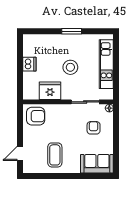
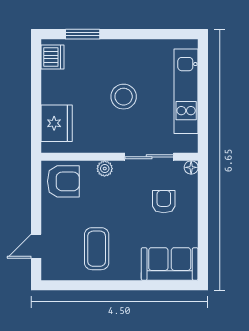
window: (72, 31) -> (83, 34), moved
dishwasher: (29, 64) -> (52, 57), moved
fridge: (50, 91) -> (57, 123), moved, turned 90
plant: (59, 109) -> (105, 169), added

